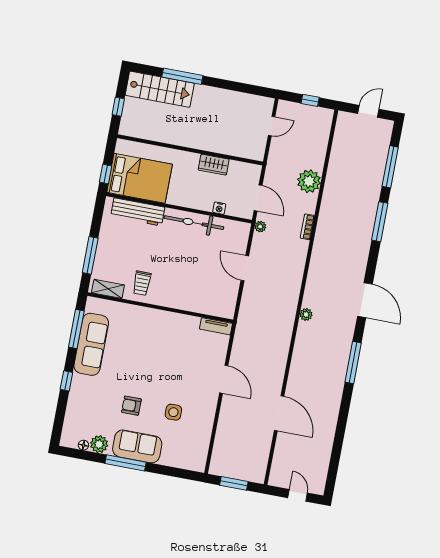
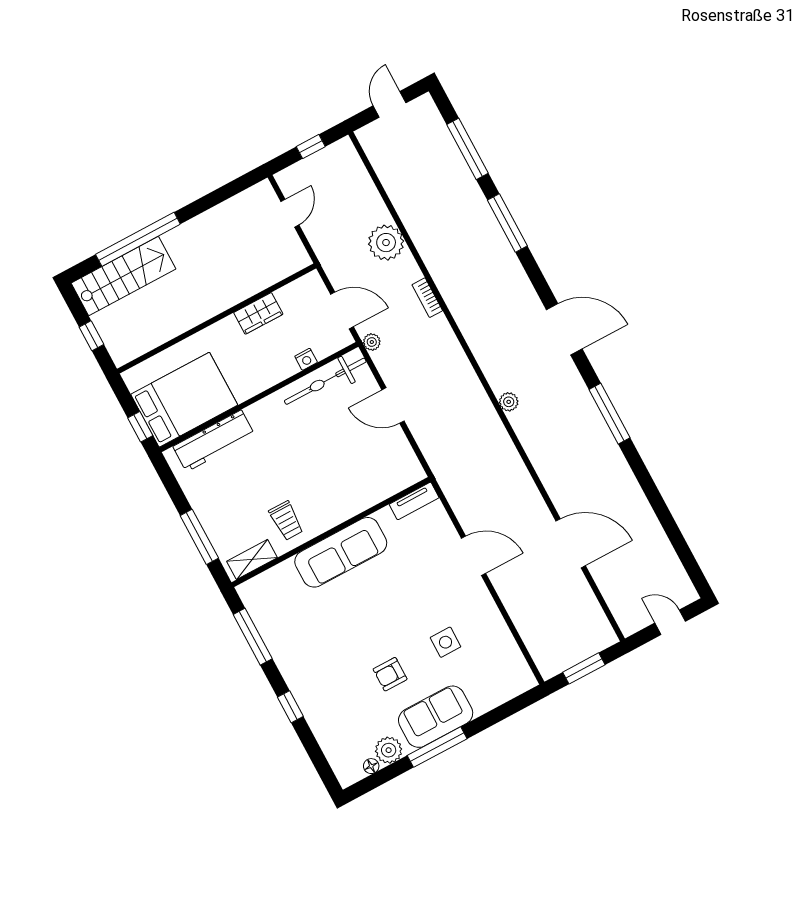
window: (182, 76) -> (138, 239), width x1.46
bicycle: (194, 223) -> (325, 381), moved
sofa: (91, 344) -> (341, 552), moved, turned 90

